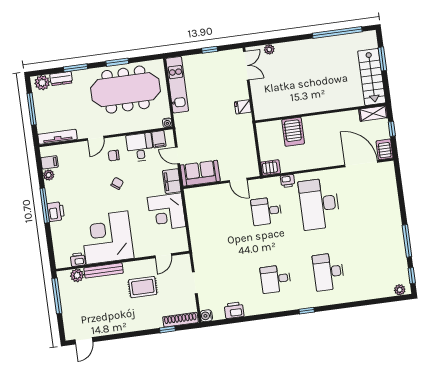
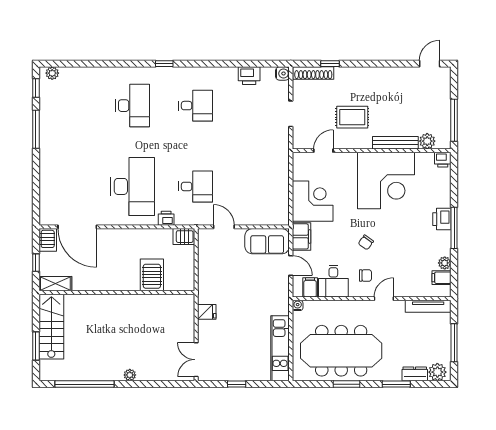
plant: (269, 49) -> (130, 375), moved
printer: (78, 260) -> (443, 160), moved

